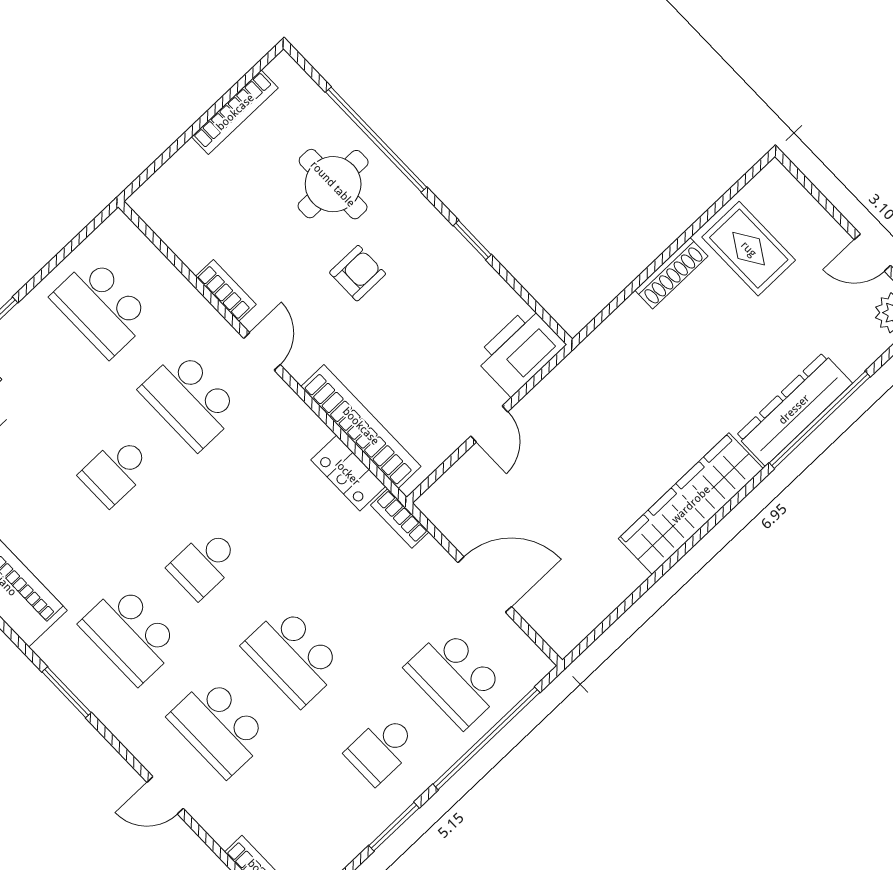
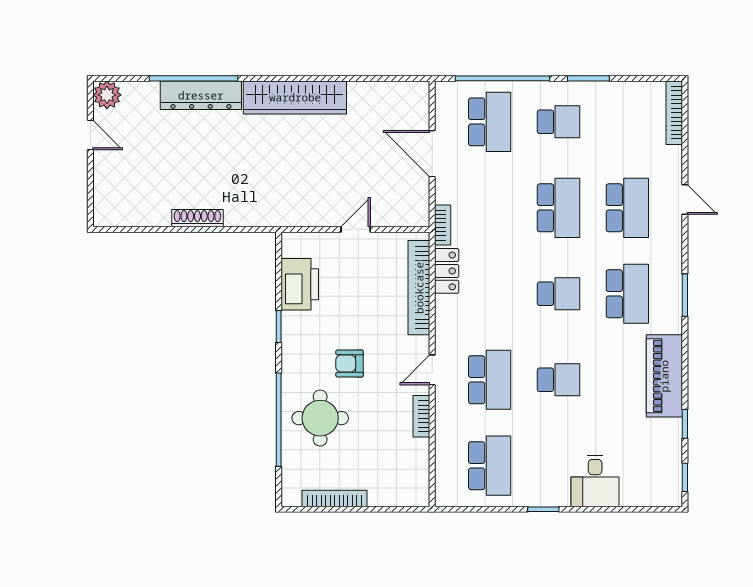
rug: (749, 249) -> (149, 194), removed
printer: (520, 351) -> (300, 284), moved, turned -90

